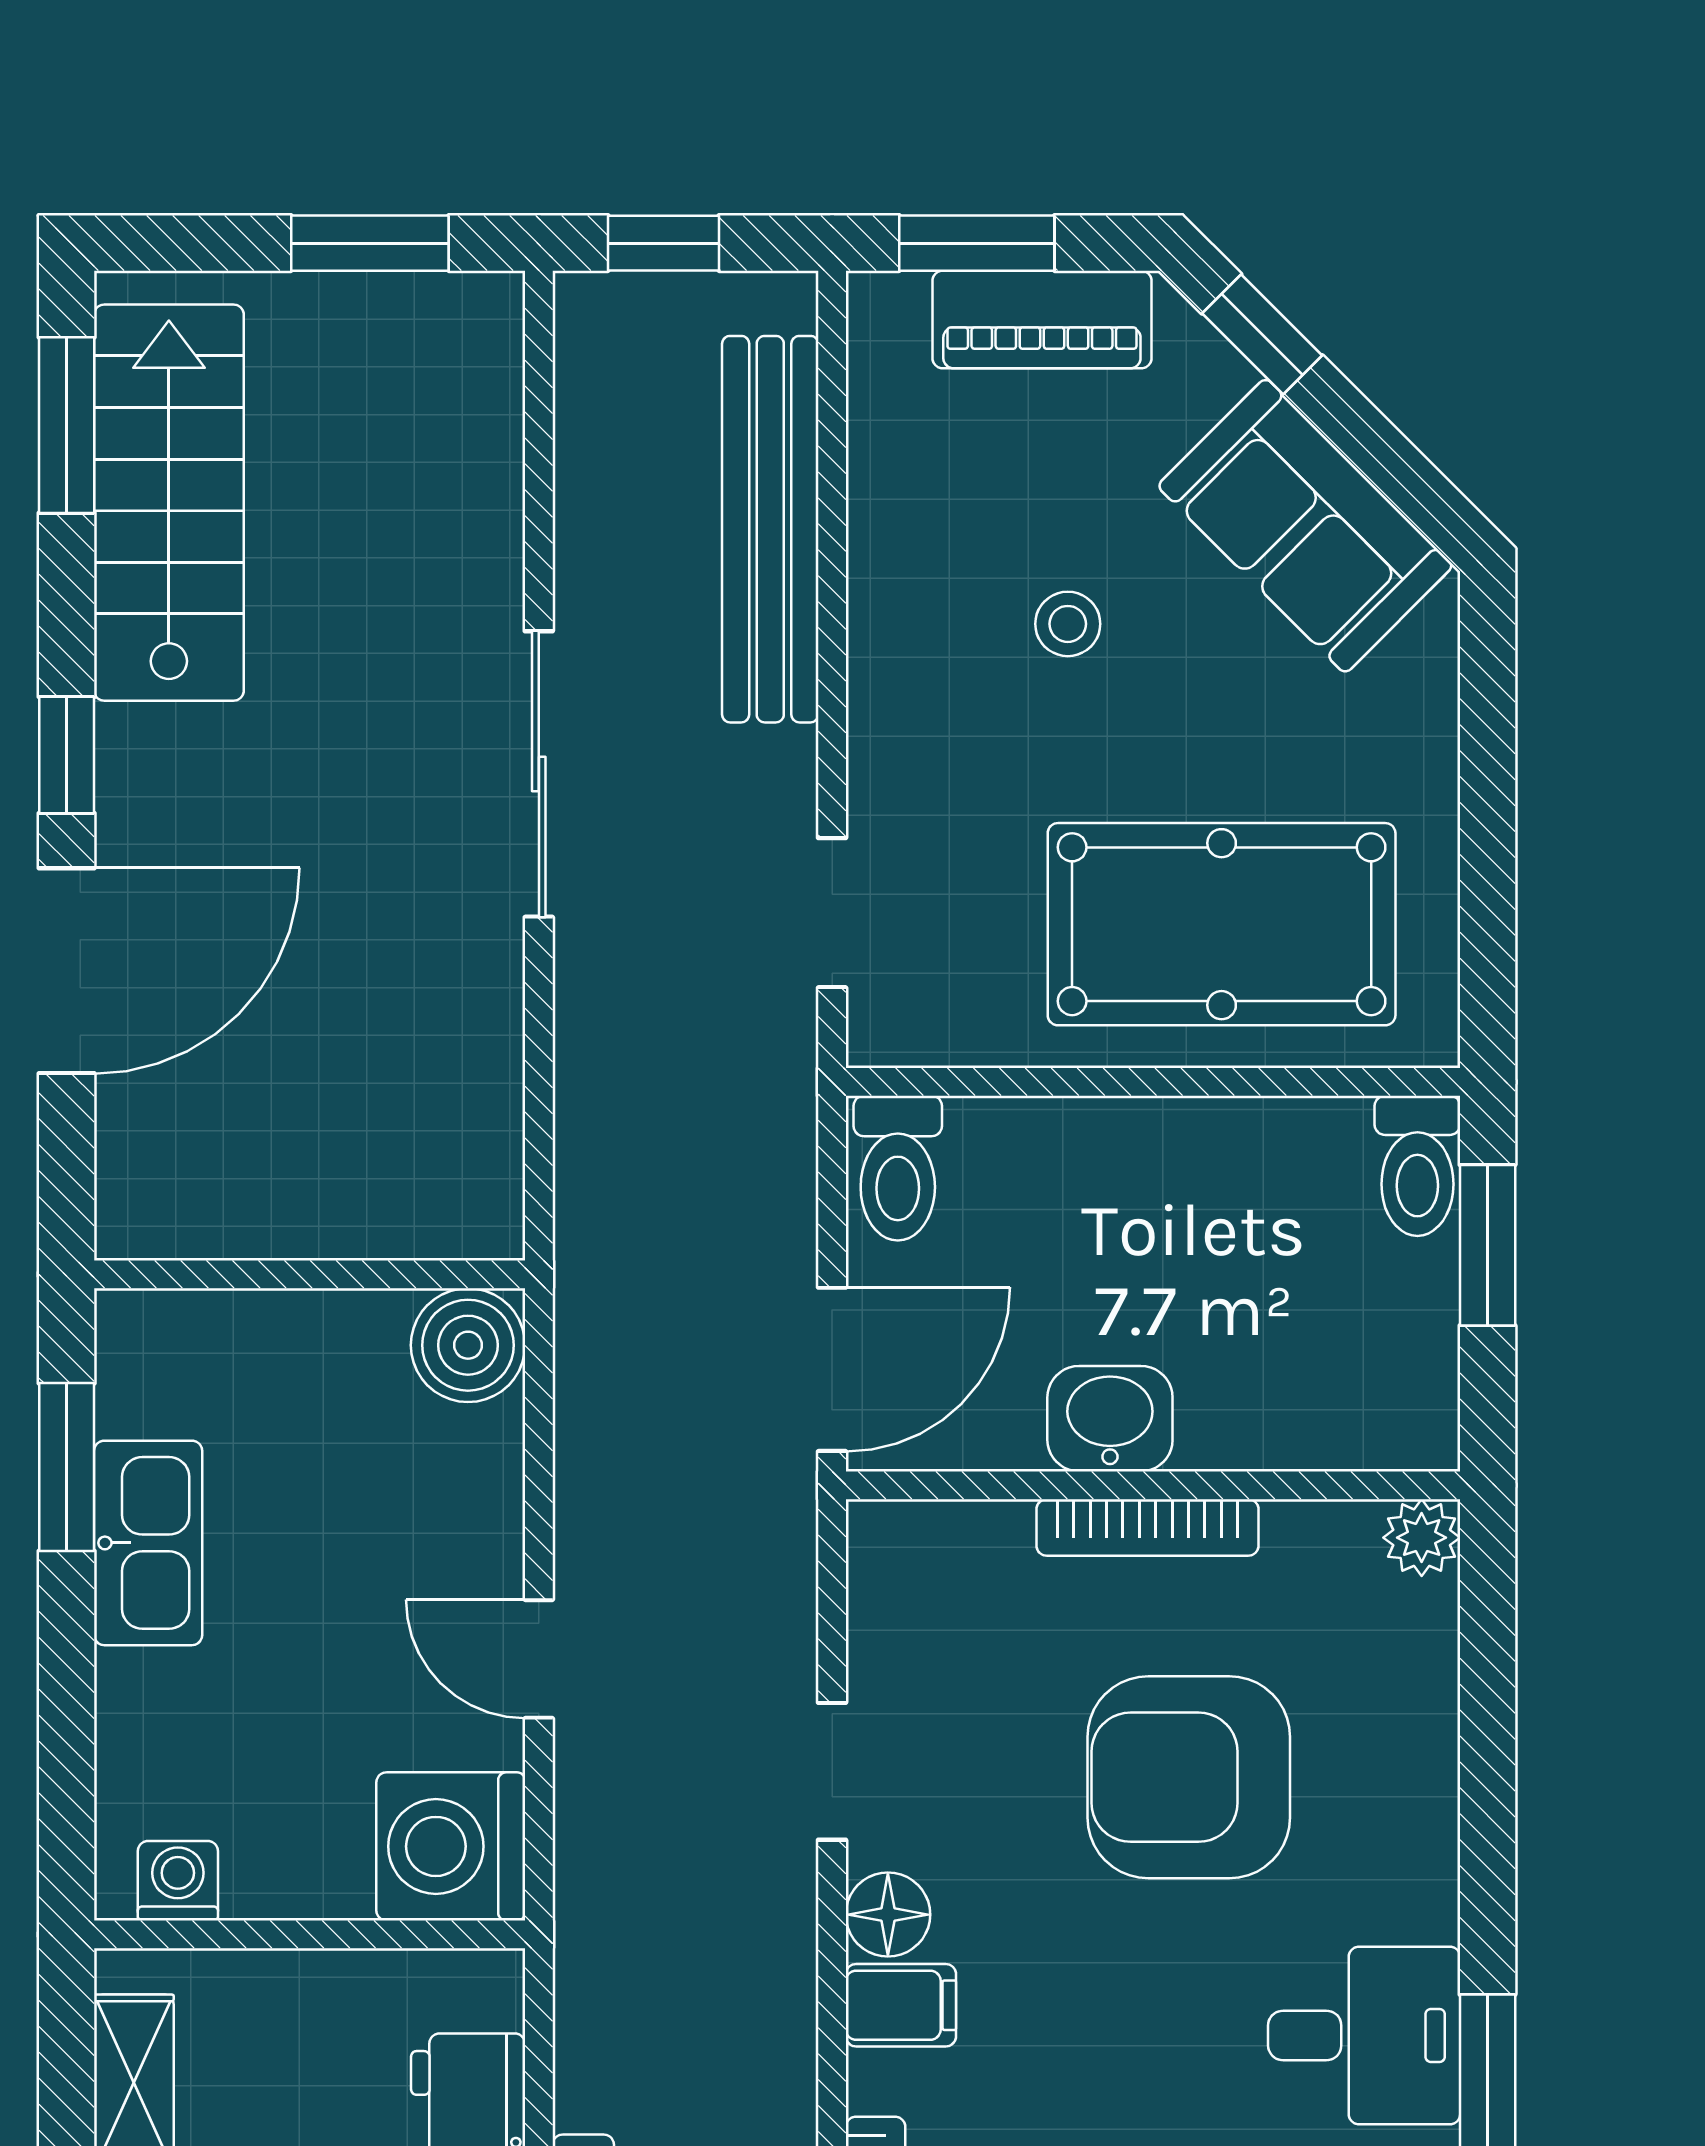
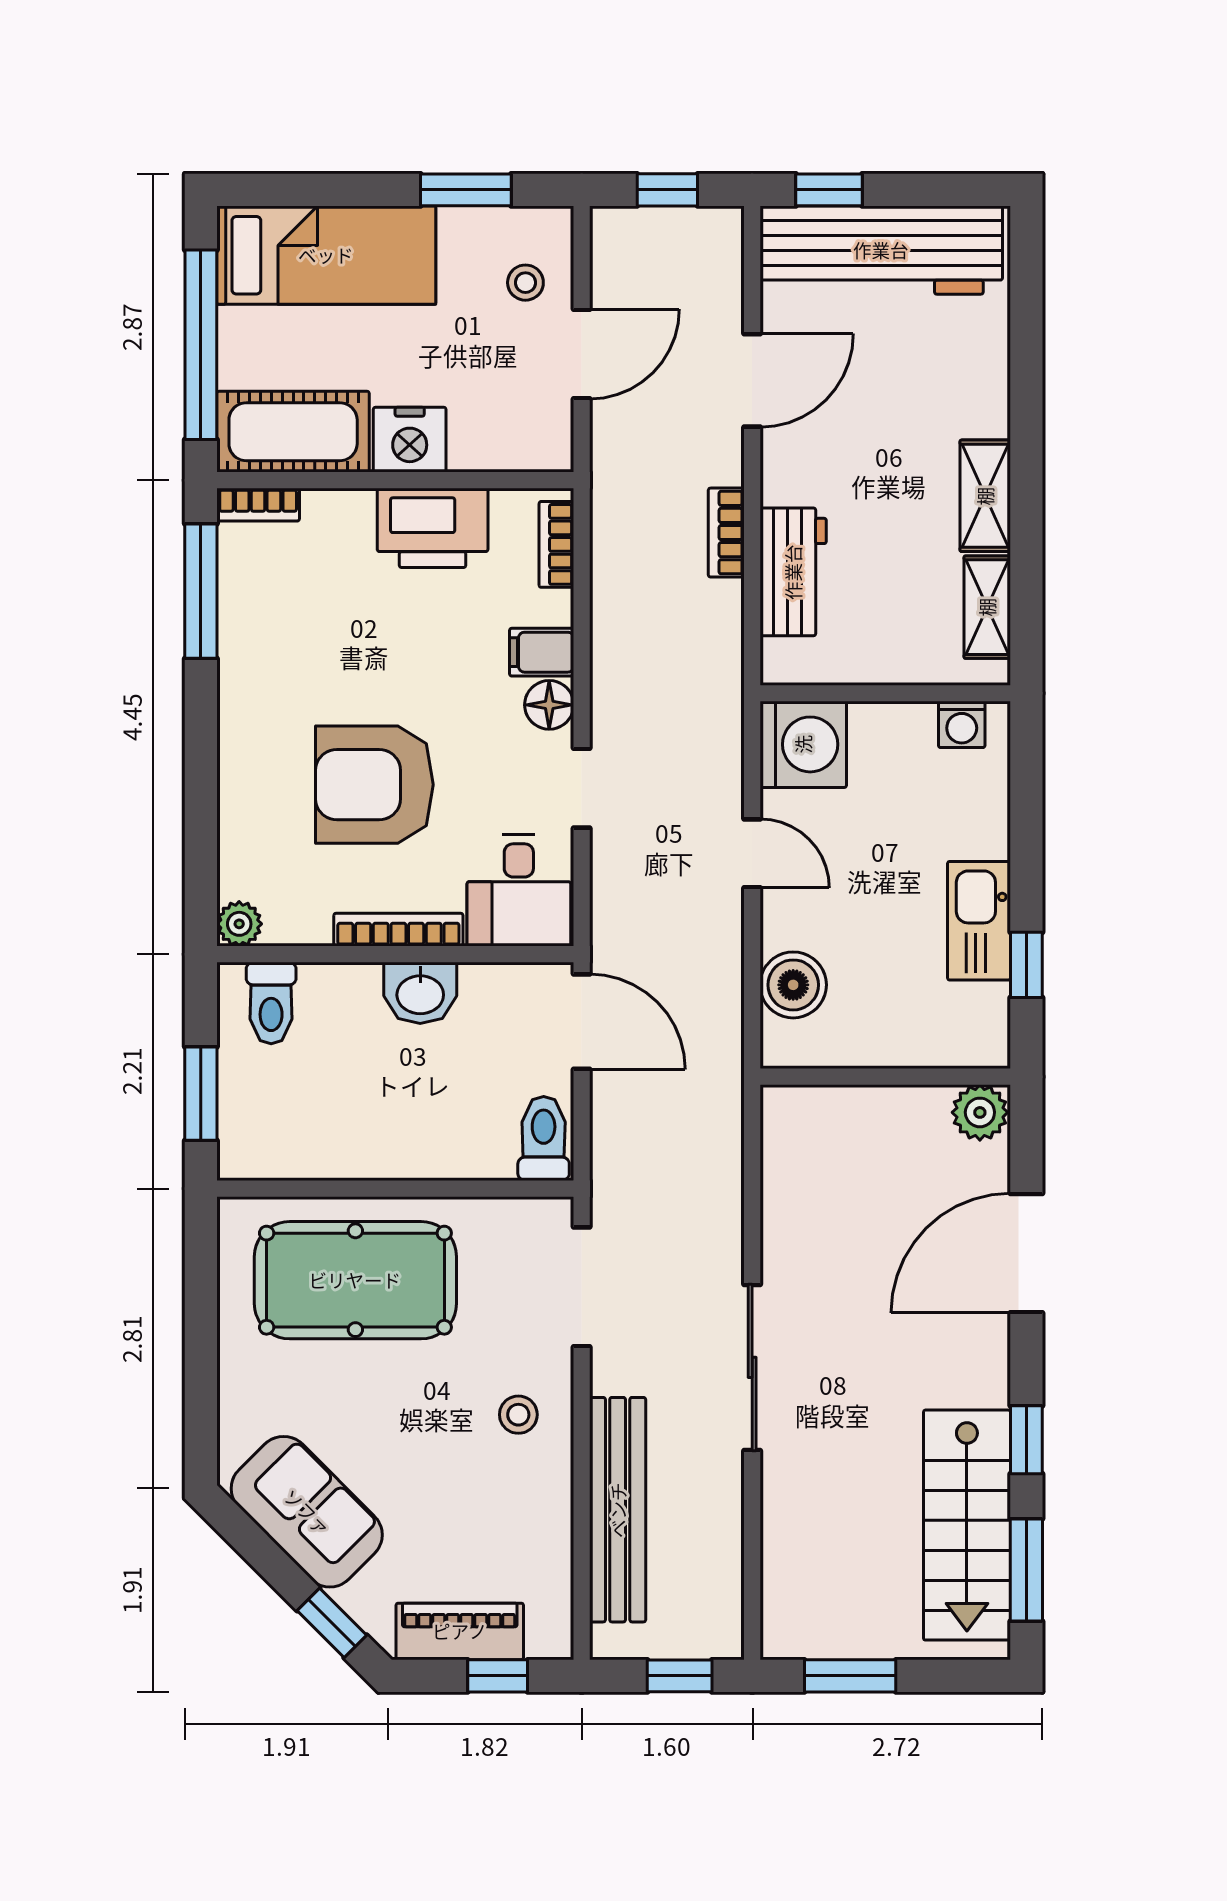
window: (977, 243) -> (498, 1676), width x0.67
stool: (1068, 624) -> (518, 1415), moved
window: (67, 755) -> (1026, 1440), moved
doorway: (832, 913) -> (582, 1287), width x1.38
toilet: (1417, 1166) -> (271, 1003), moved, turned 180
plant: (147, 1213) -> (980, 1112), added
boiler: (468, 1345) -> (793, 985), moved
door: (832, 1369) -> (582, 1022), swing flipped
window: (67, 1467) -> (1026, 965), width x0.67
armchair: (1189, 1777) -> (374, 785), turned 180
desk: (1364, 2035) -> (519, 890), moved, turned -90

